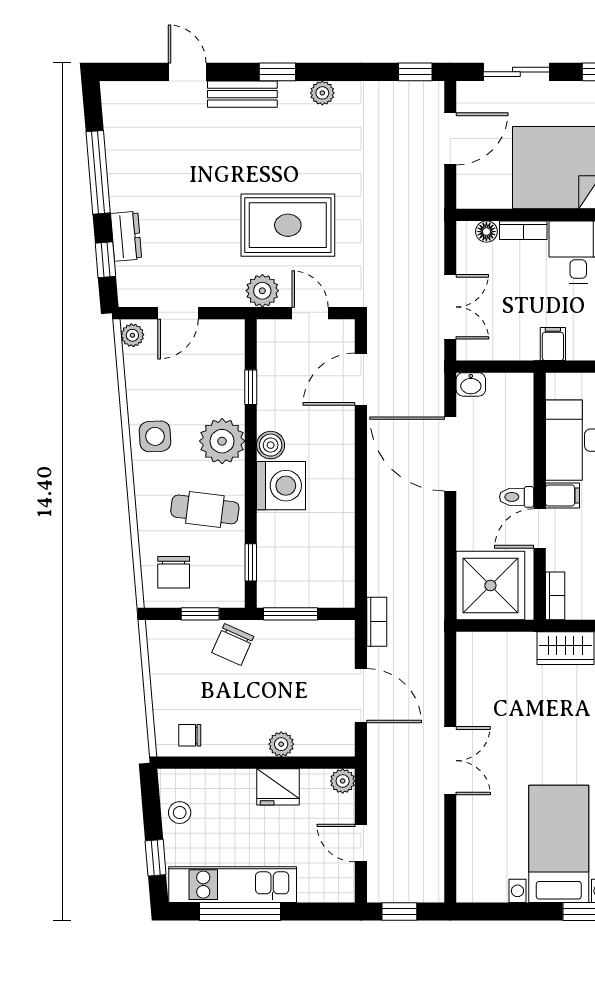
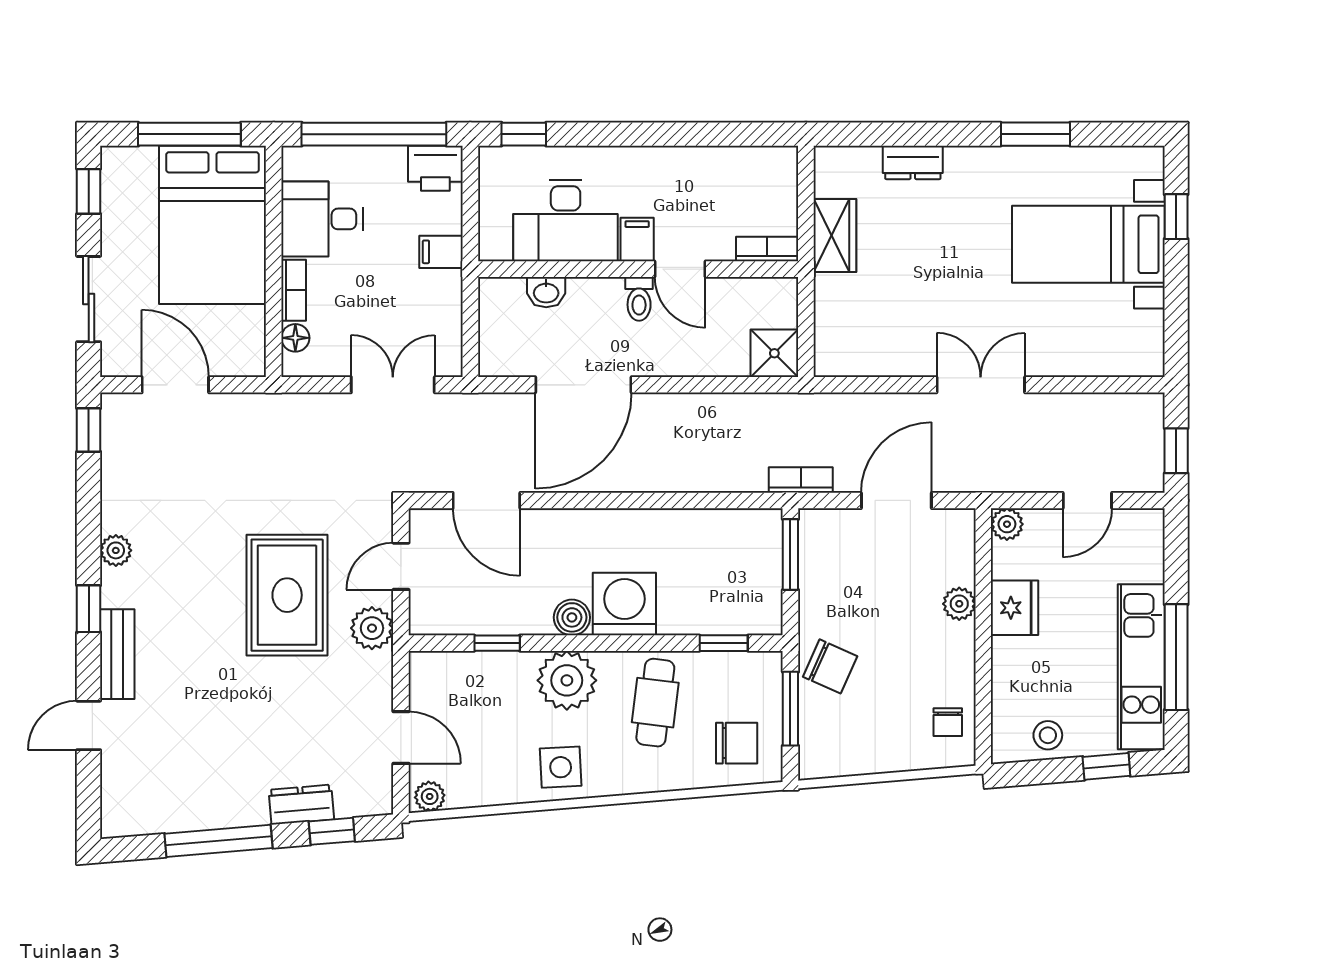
washbasin: (471, 384) -> (546, 292), moved, turned 90
shower: (490, 585) -> (774, 353), width x0.54, depth x0.54
window: (200, 614) -> (790, 709), width x1.50
window: (291, 614) -> (790, 555), moved

